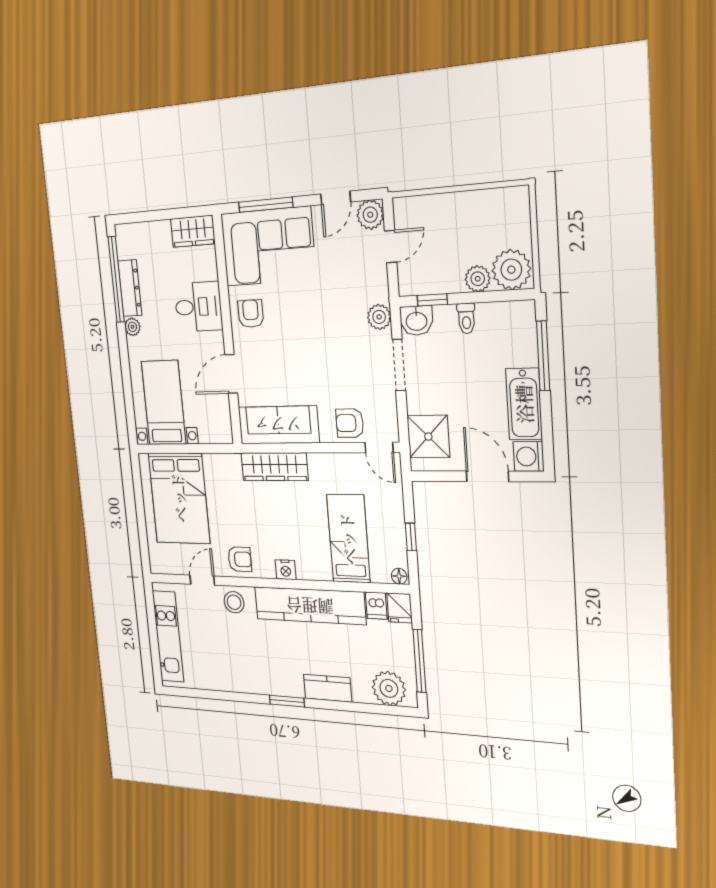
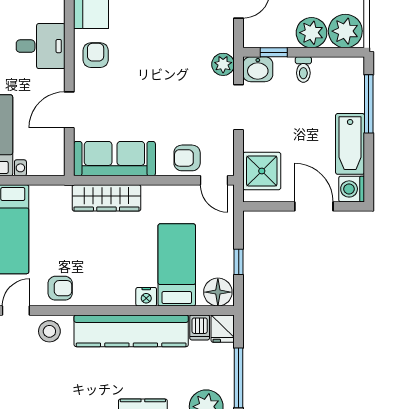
plant: (478, 279) -> (312, 33), width x1.36, depth x1.36
nightstand: (286, 570) -> (146, 297), moved
floor lamp: (399, 576) -> (218, 292), width x1.89, depth x1.89

